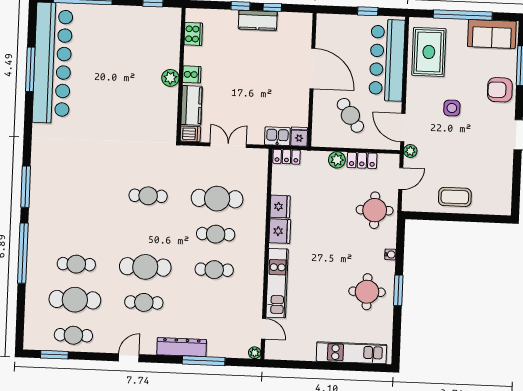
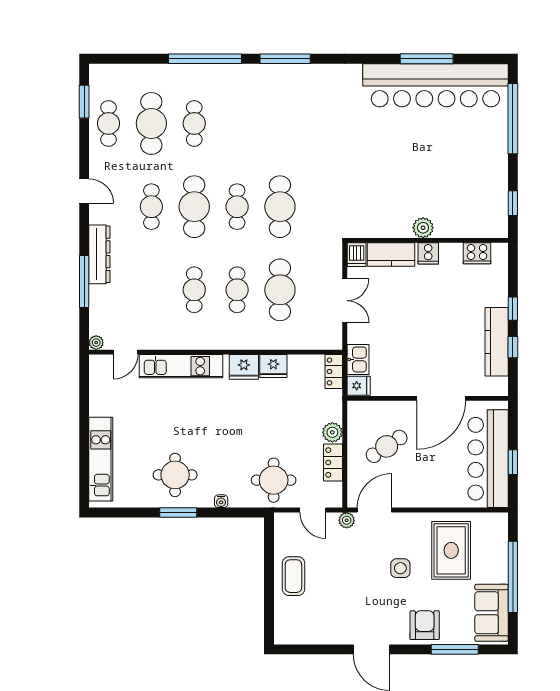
kitchen counter: (258, 20) -> (497, 342), width x1.50
rug: (429, 52) -> (451, 550), moved, turned 90
bar counter: (387, 60) -> (488, 459), moved, turned -90
cafe table: (148, 196) -> (280, 207), width x1.37, depth x1.35
cafe table: (147, 231) -> (237, 207), added

